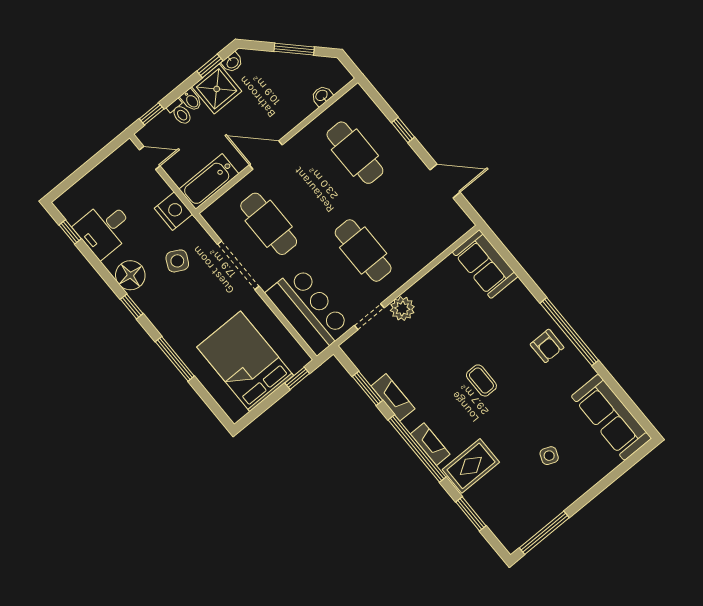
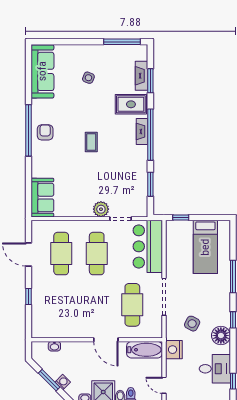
washing machine: (276, 60) -> (63, 382), added
cafe table: (355, 153) -> (61, 254), moved
bed: (245, 361) -> (205, 247), width x0.67
fireplace: (393, 397) -> (142, 76), moved

